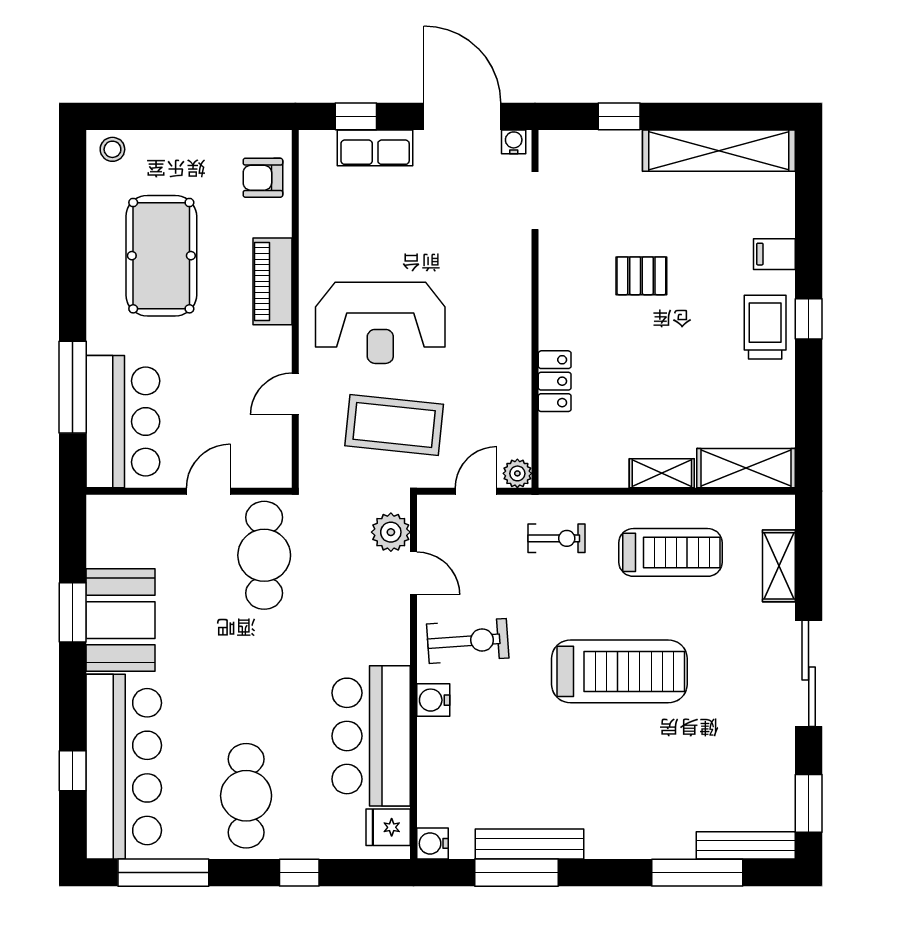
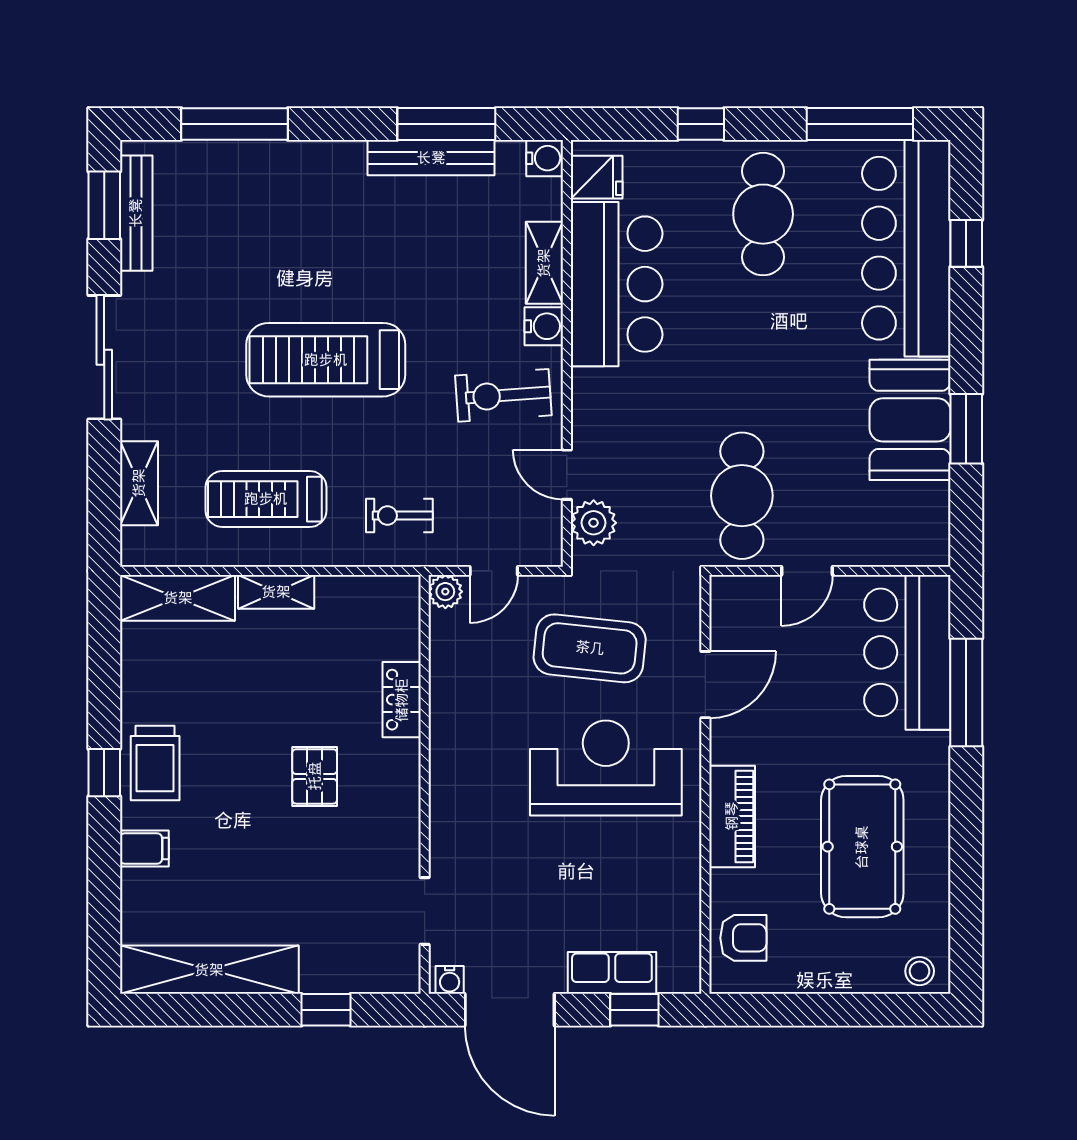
pallet: (641, 276) -> (315, 776), moved, turned 90
door: (295, 394) -> (705, 685), width x1.37
shelving: (433, 754) -> (544, 263), added
bench: (746, 845) -> (136, 213), moved, turned 90

